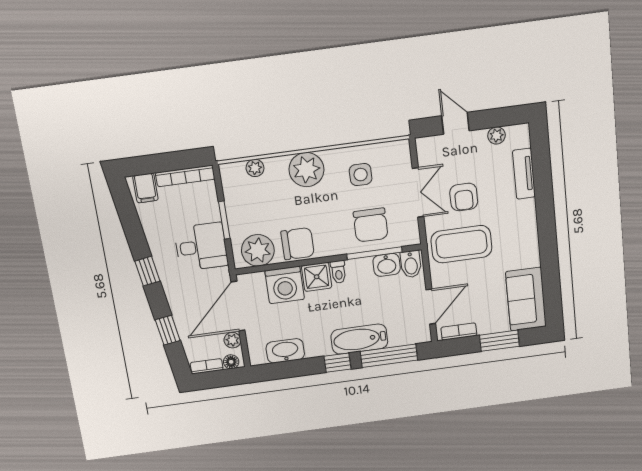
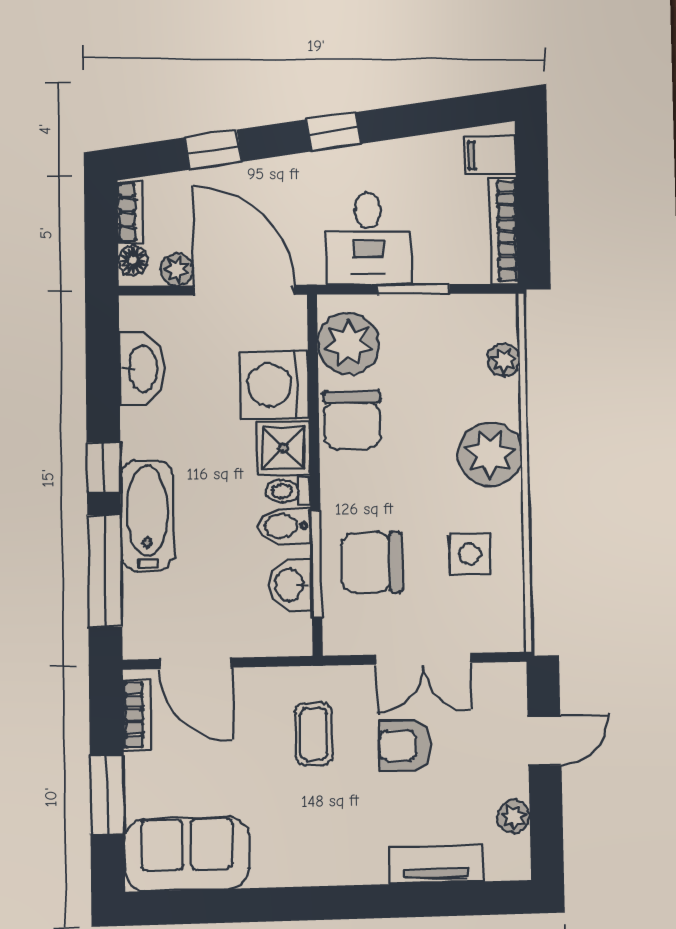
coffee table: (461, 244) -> (314, 734), width x0.54, depth x0.58
bidet: (411, 264) -> (284, 526), moved

